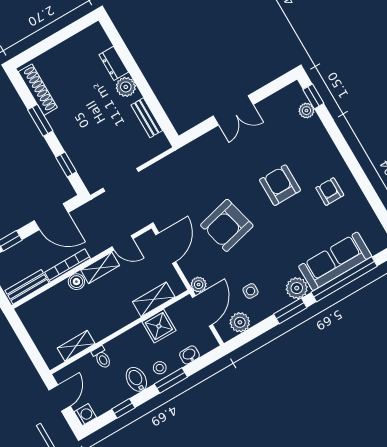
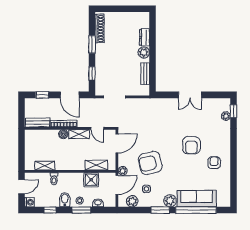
armchair: (280, 185) -> (191, 145), turned 180
armchair: (227, 225) -> (150, 163), moved

